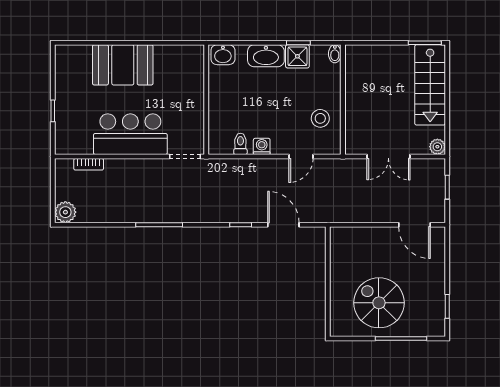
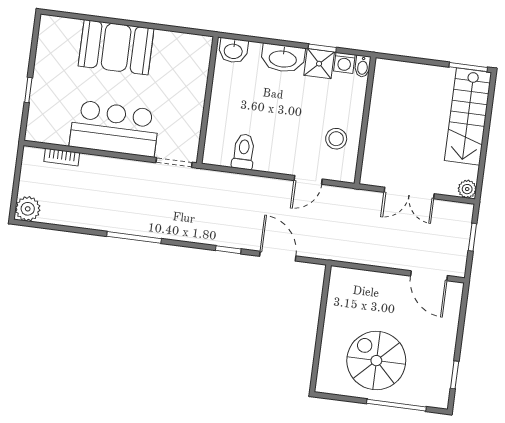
toilet: (240, 144) -> (244, 152), width x1.37, depth x1.39
washing machine: (262, 146) -> (344, 63), moved, turned 180

